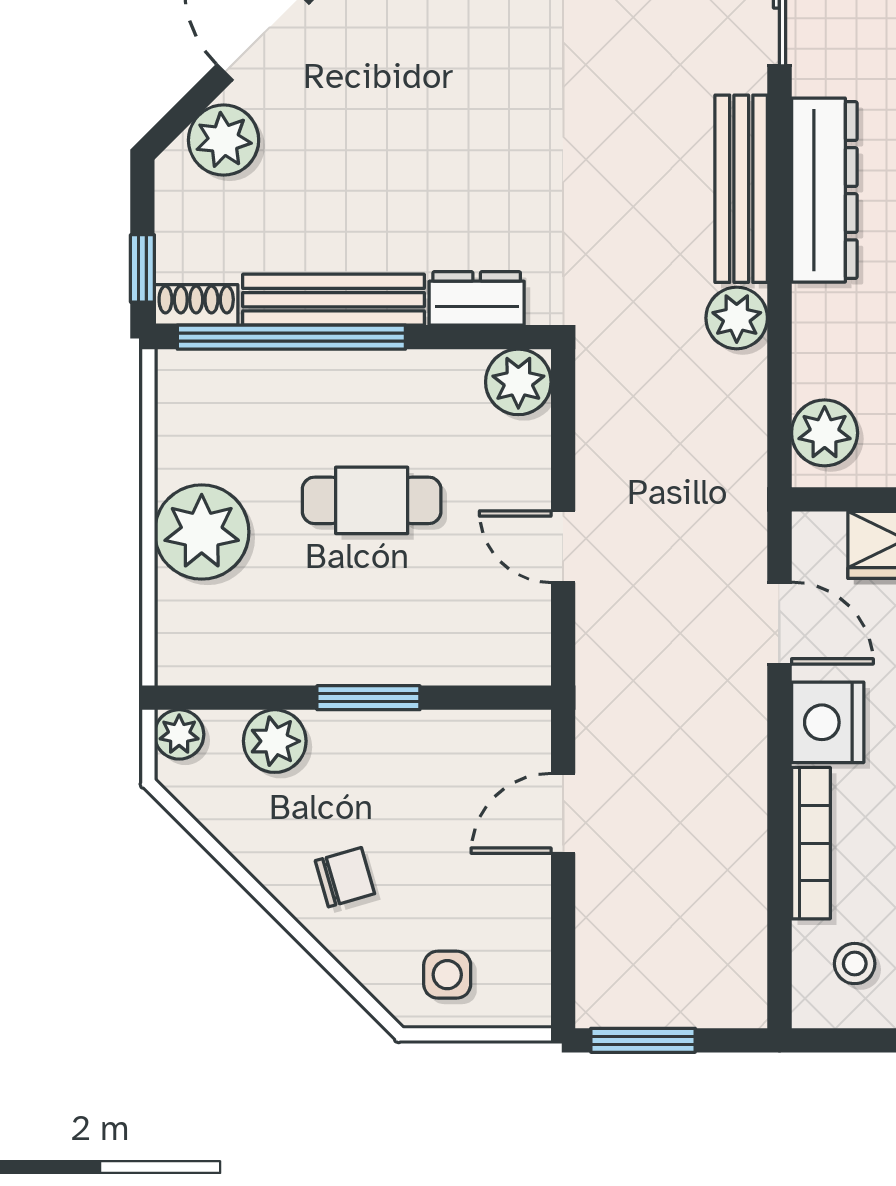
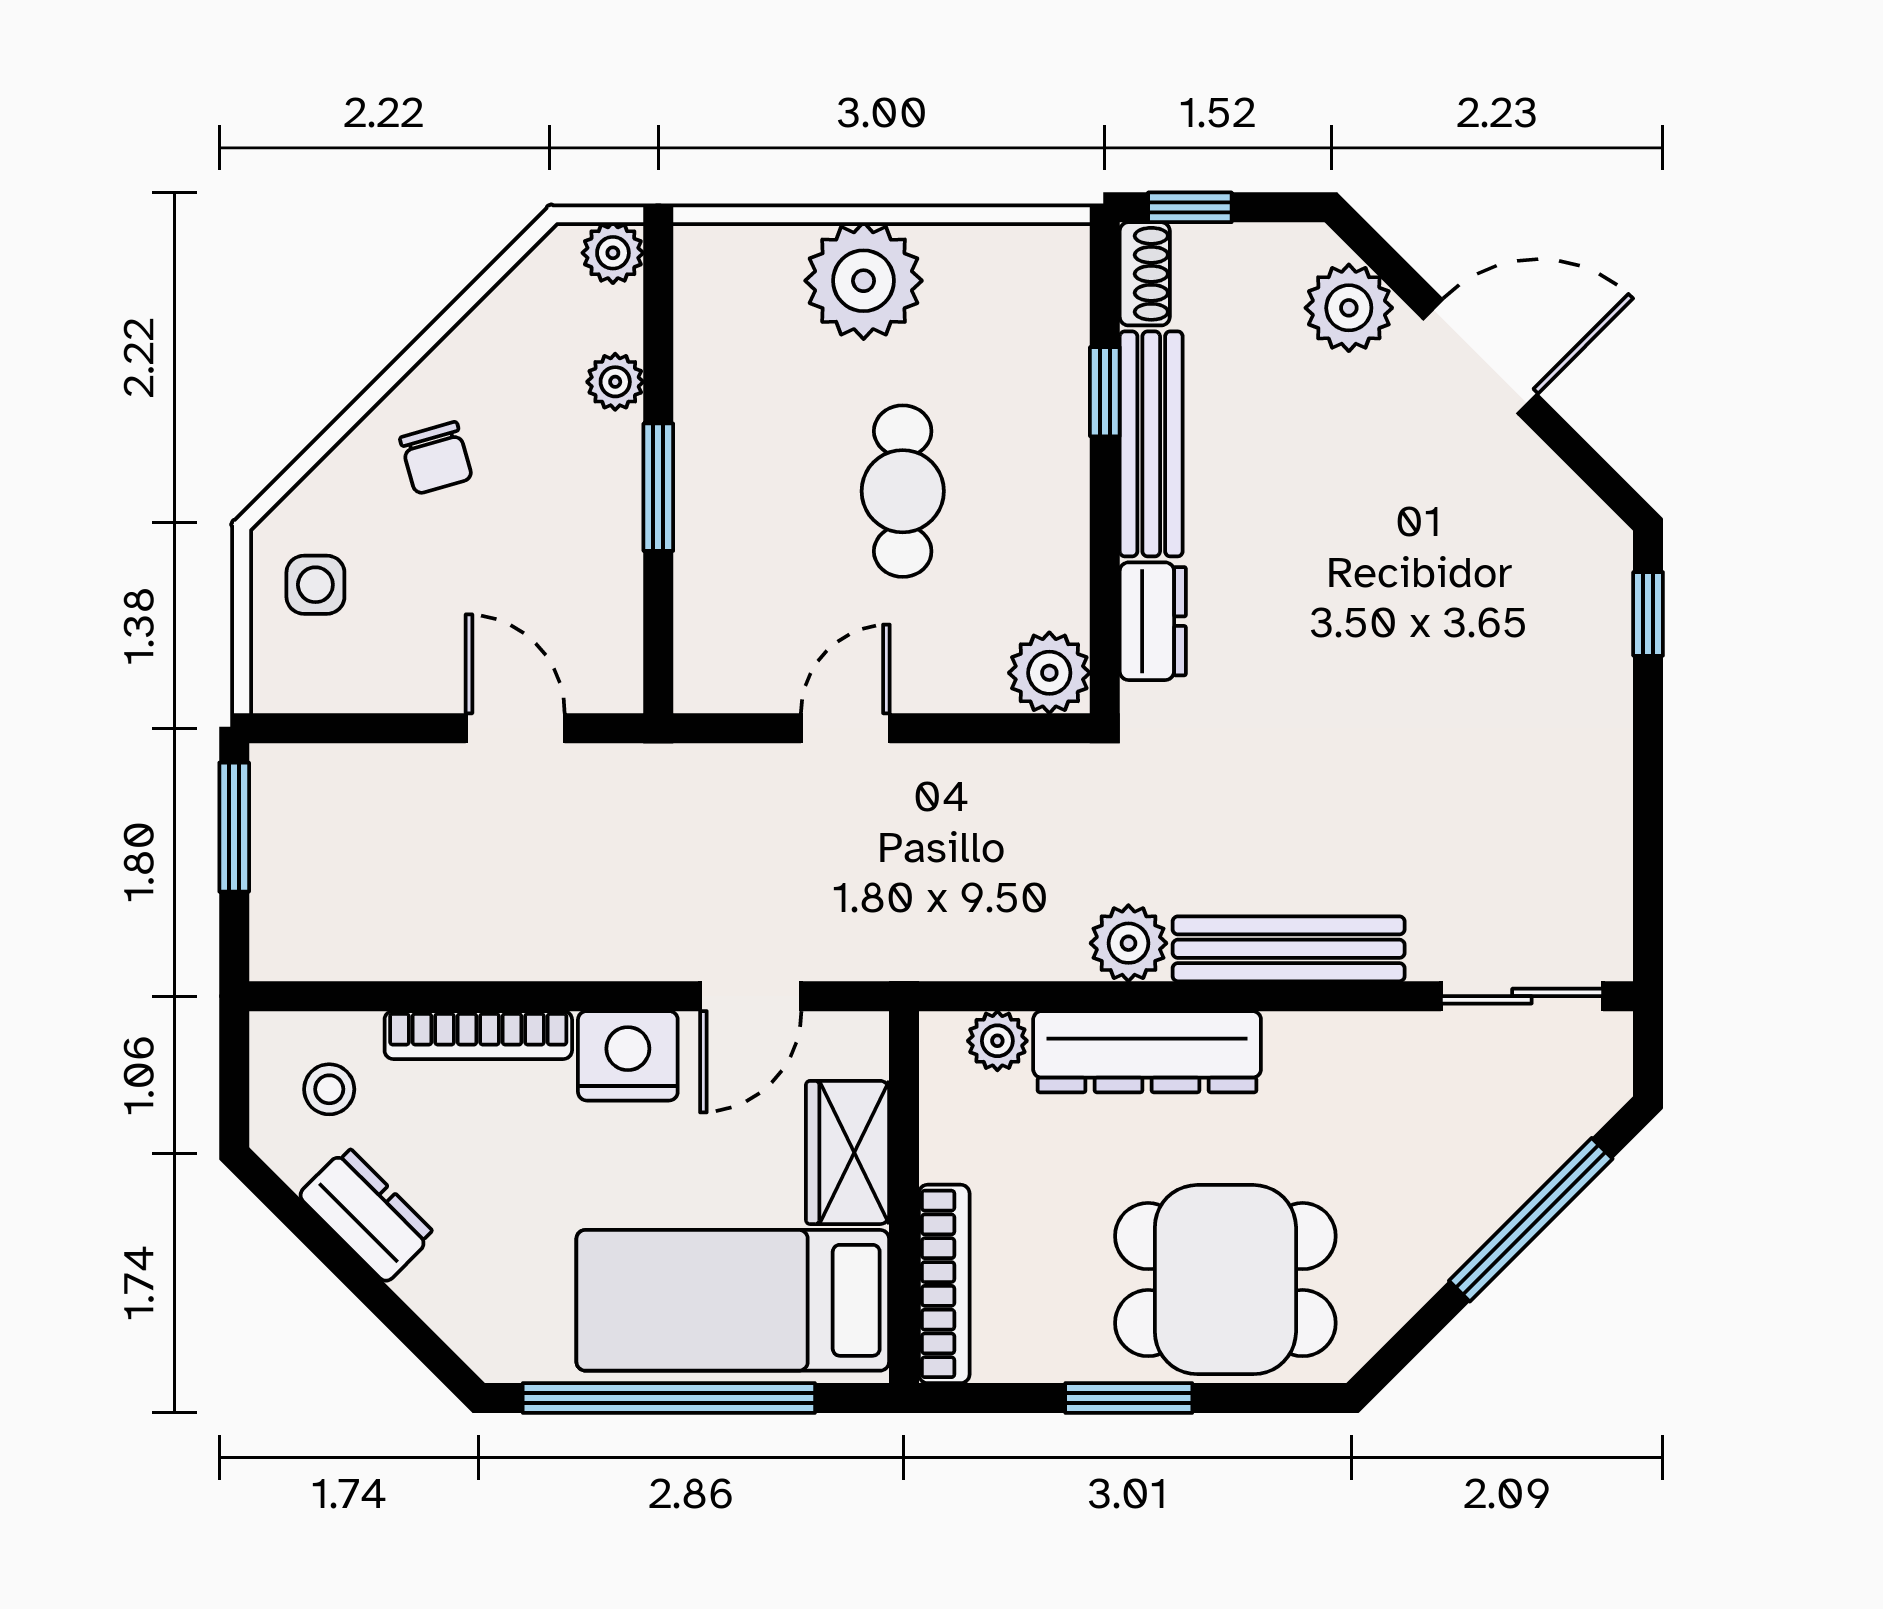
dresser: (824, 190) -> (1147, 1052), moved
window: (291, 337) -> (1105, 392), width x0.32
plant: (825, 433) -> (997, 1041), width x0.73, depth x0.73
plant: (275, 741) -> (615, 382), width x0.73, depth x0.73

